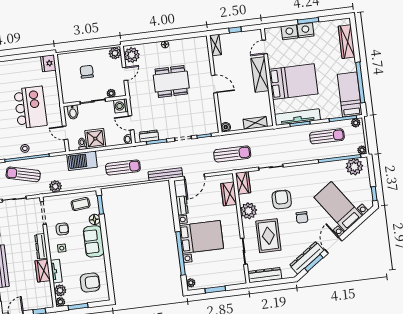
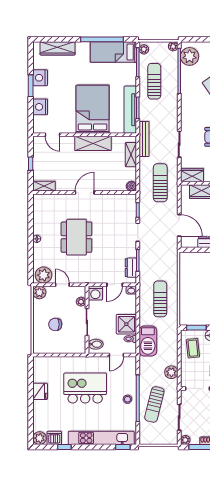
nightstand: (306, 30) -> (40, 78), moved
fridge: (48, 63) -> (40, 391), moved, turned -90
shelving: (260, 74) -> (93, 143), moved
bench: (165, 174) -> (144, 139), moved

